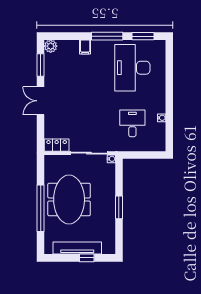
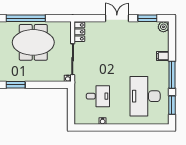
desk: (132, 68) -> (145, 96), turned -90
window: (119, 207) -> (16, 85), moved

